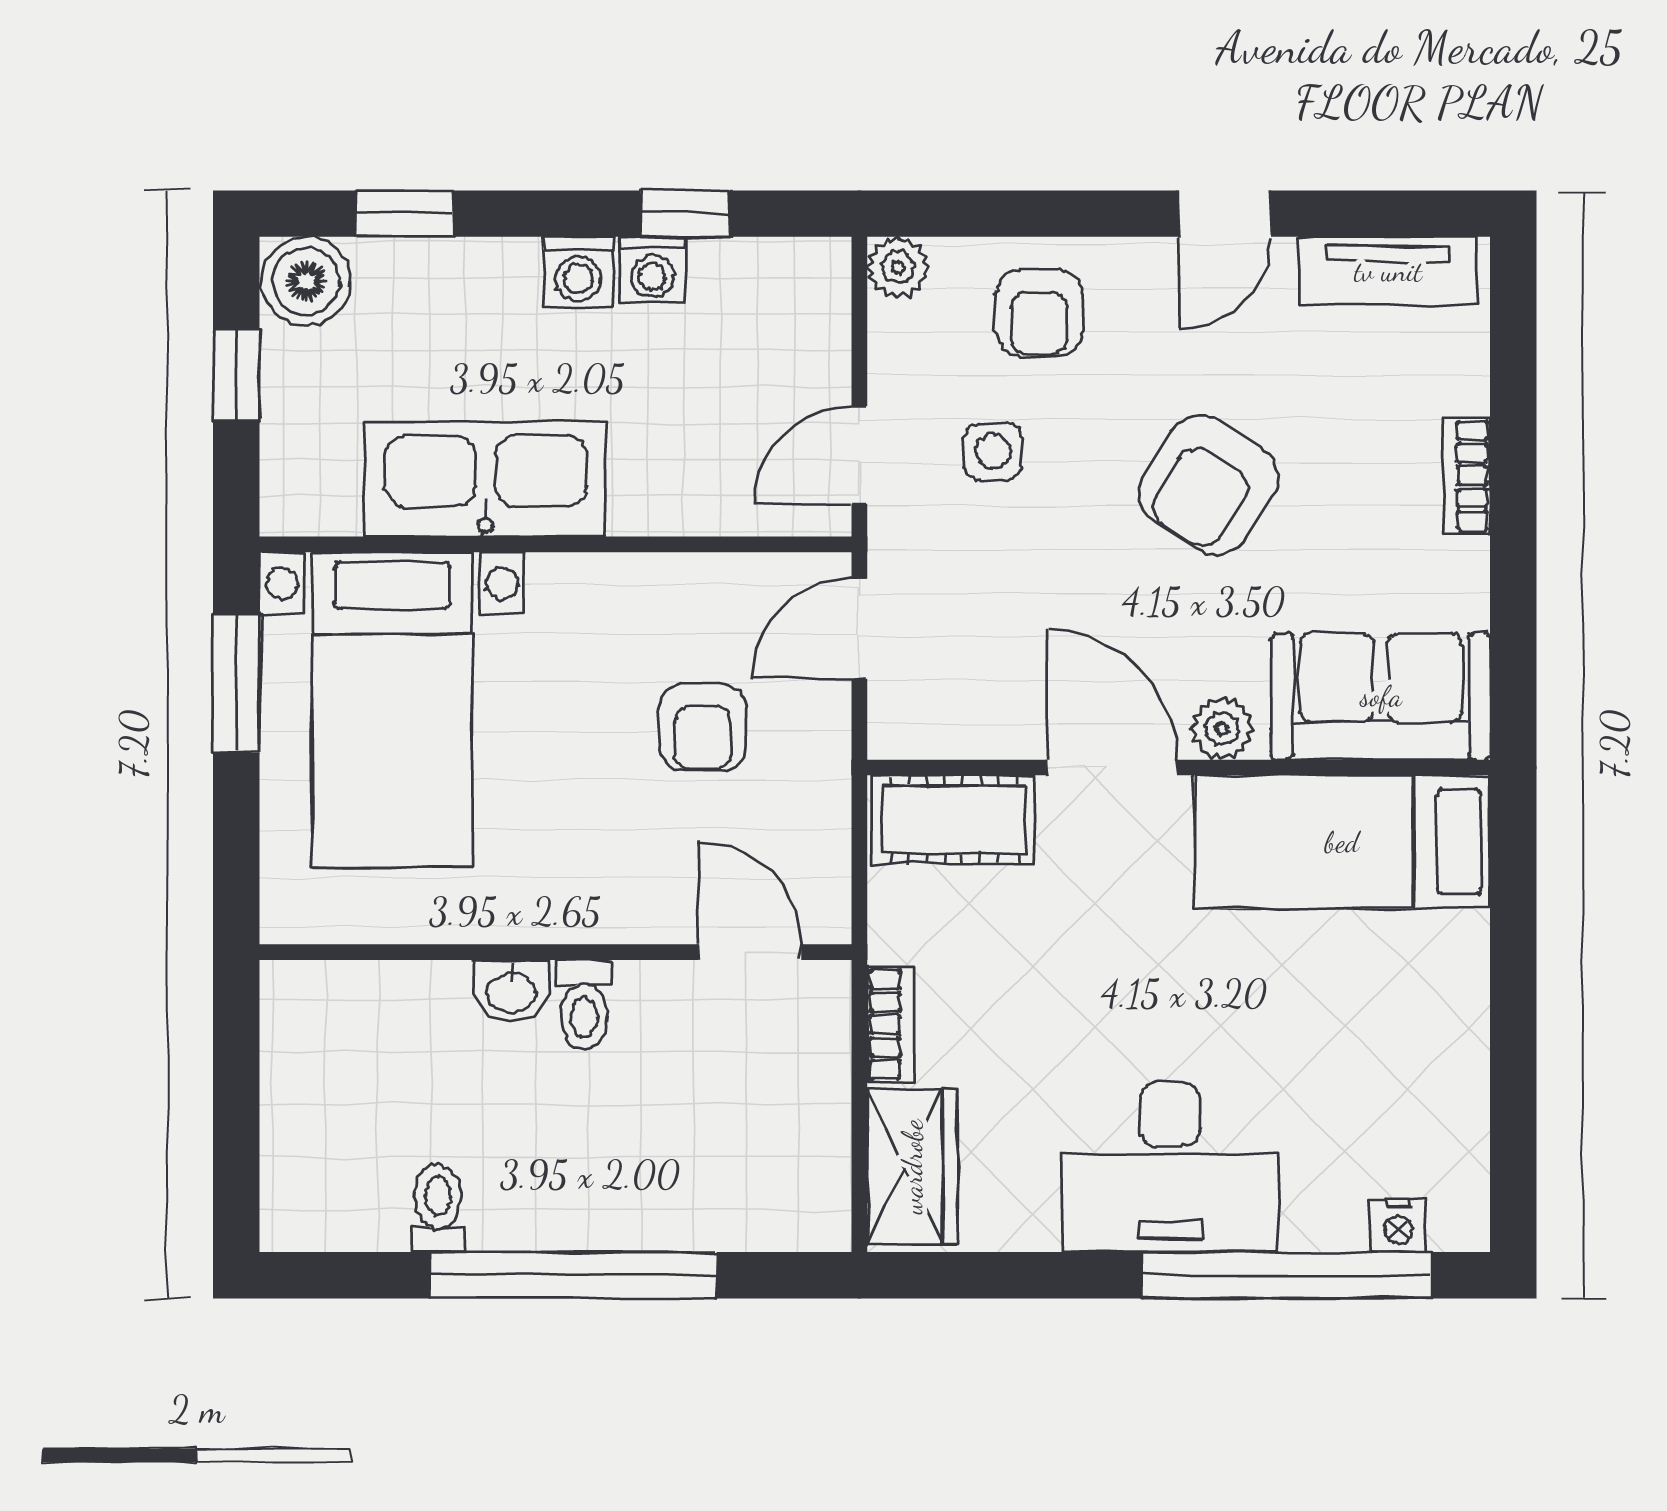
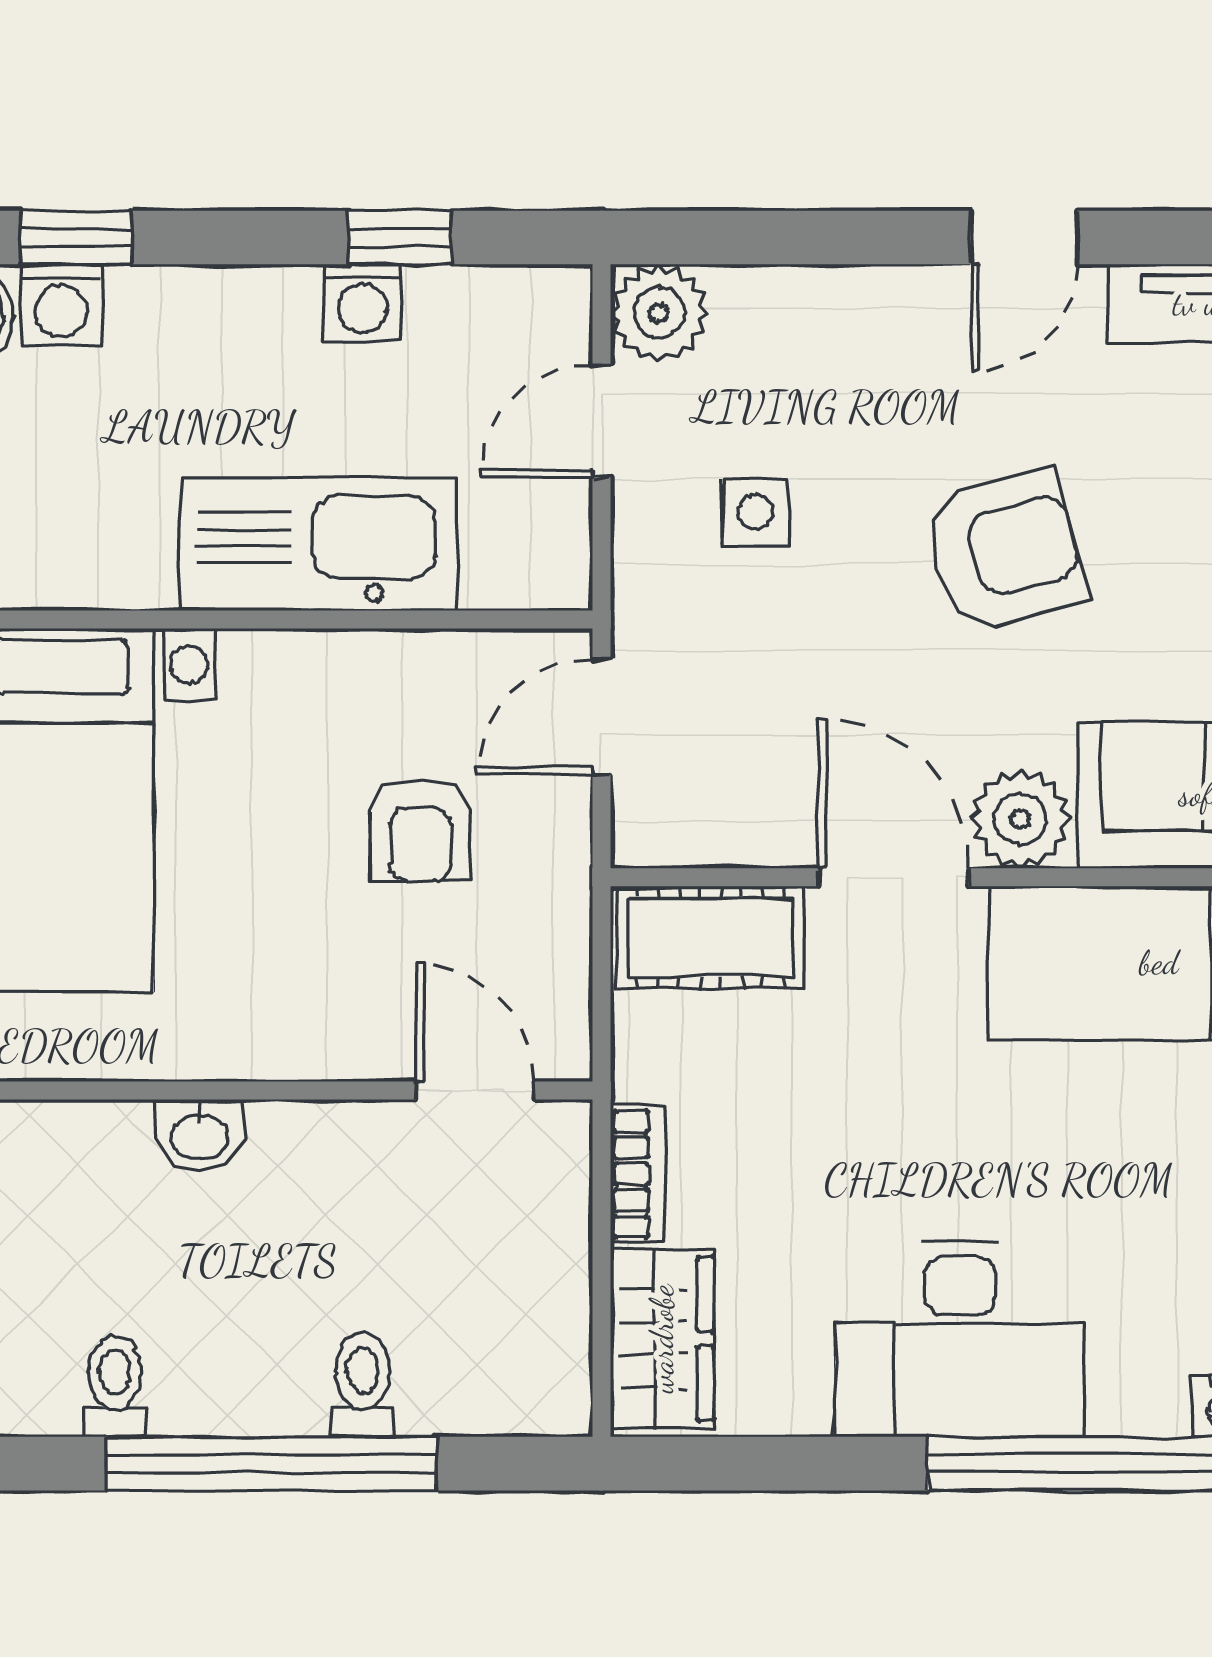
plant: (898, 267) -> (659, 313), width x1.38, depth x1.38
washing machine: (578, 272) -> (61, 305), moved
armchair: (1039, 313) -> (809, 352), removed
door: (859, 455) -> (601, 421), moved
kitchen sink: (486, 479) -> (319, 544), moved
armchair: (1208, 485) -> (1004, 551), turned -137
plant: (1222, 729) -> (1020, 819), width x1.38, depth x1.38
toilet: (584, 1005) -> (363, 1385), moved, turned 180

